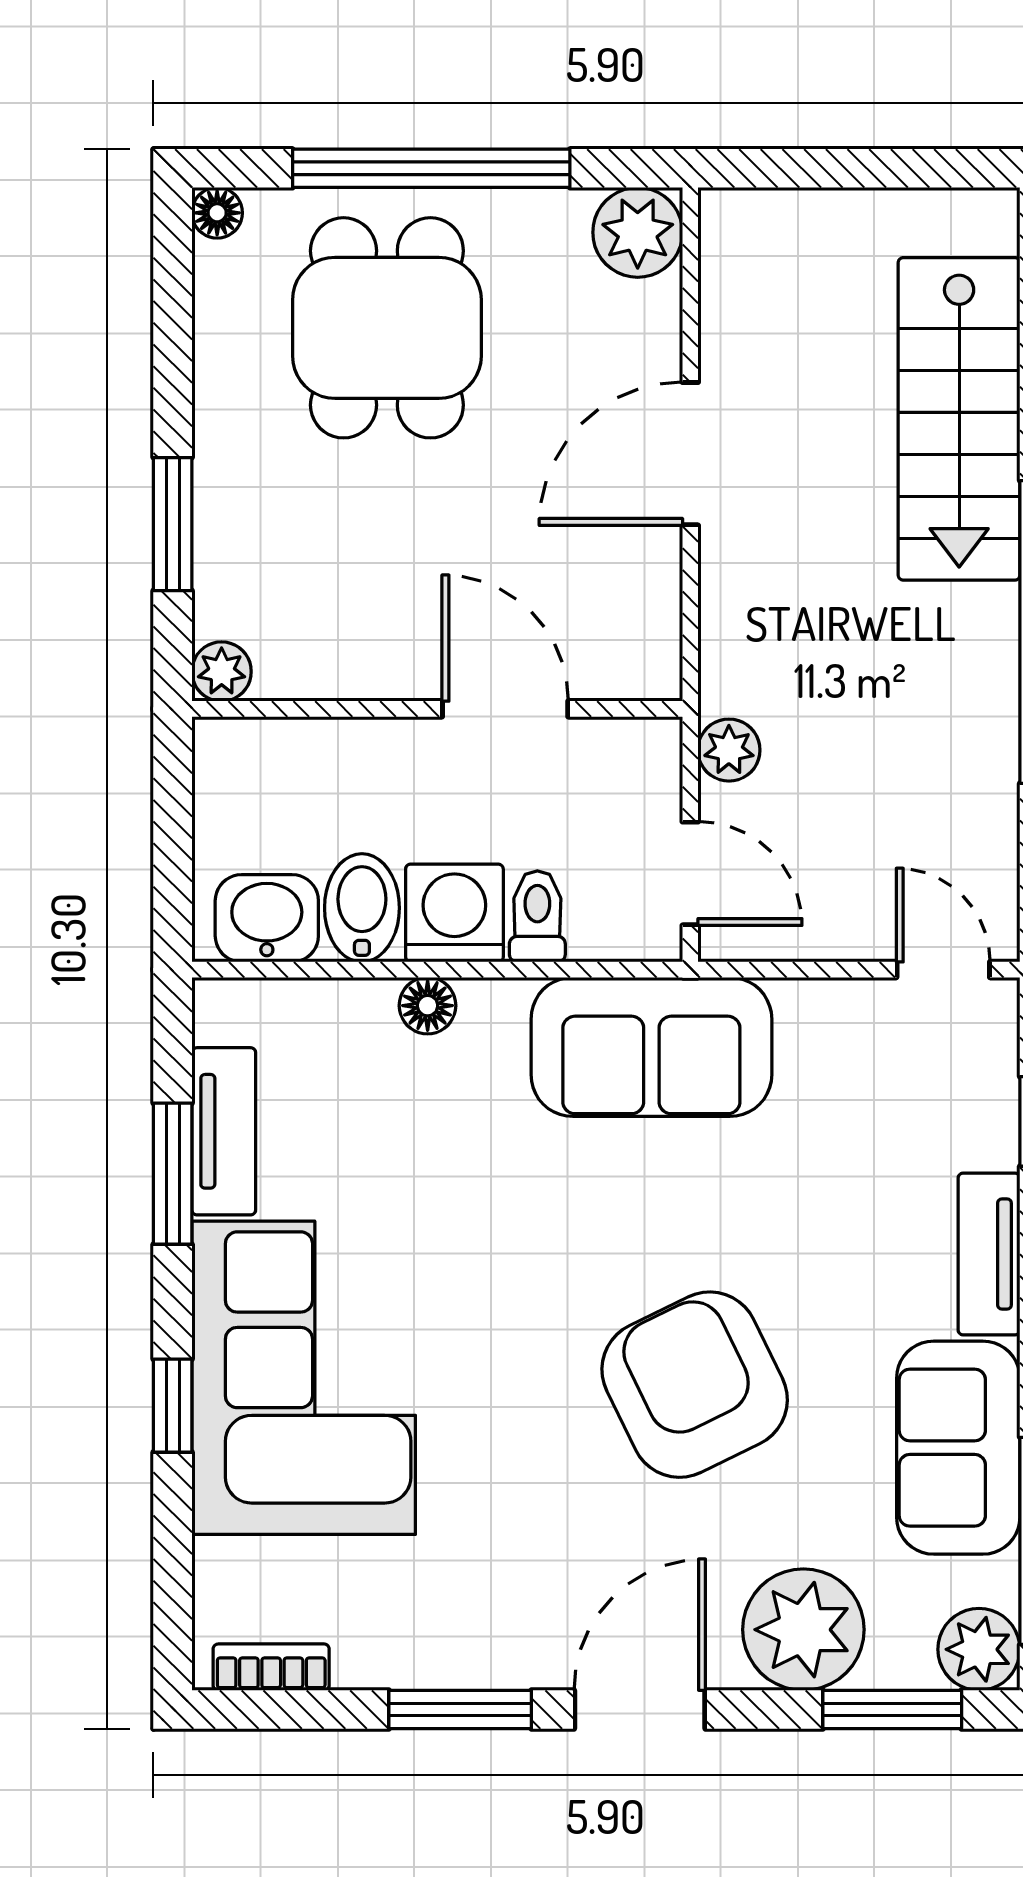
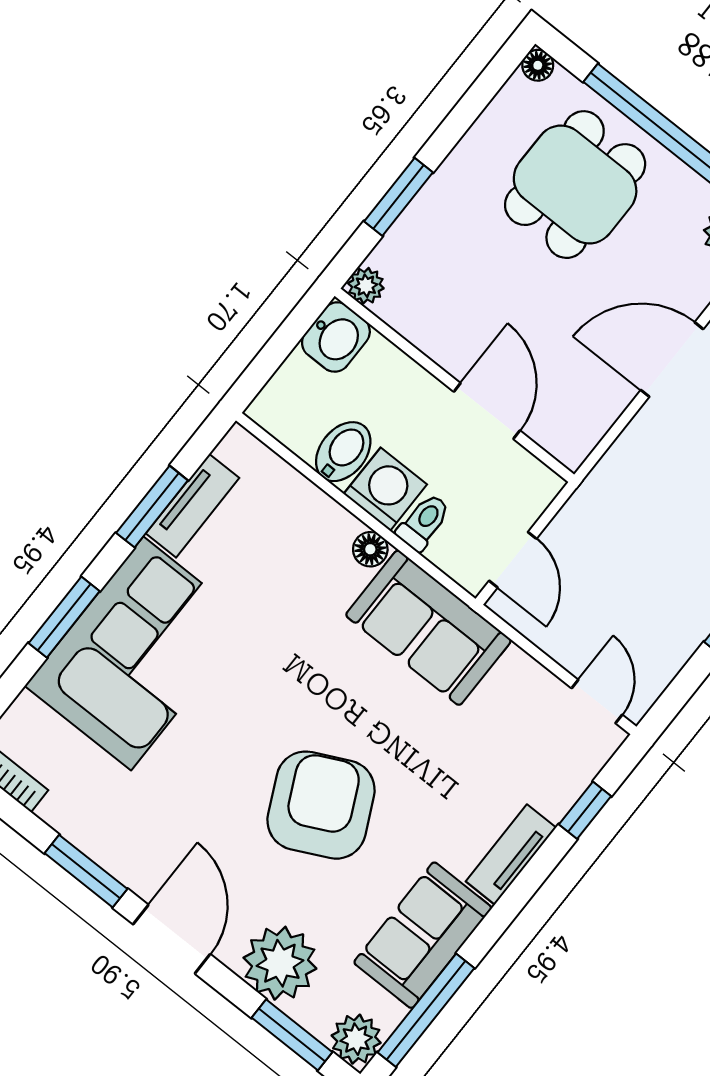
plant: (729, 750) -> (578, 516), removed
washbasin: (267, 918) -> (336, 337), moved, turned 90
floor lamp: (428, 1006) -> (370, 549), moved
window: (173, 1406) -> (64, 617), width x1.50
door: (640, 1710) -> (172, 939), hinge flipped

